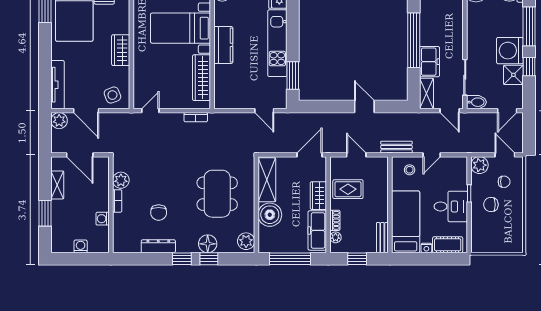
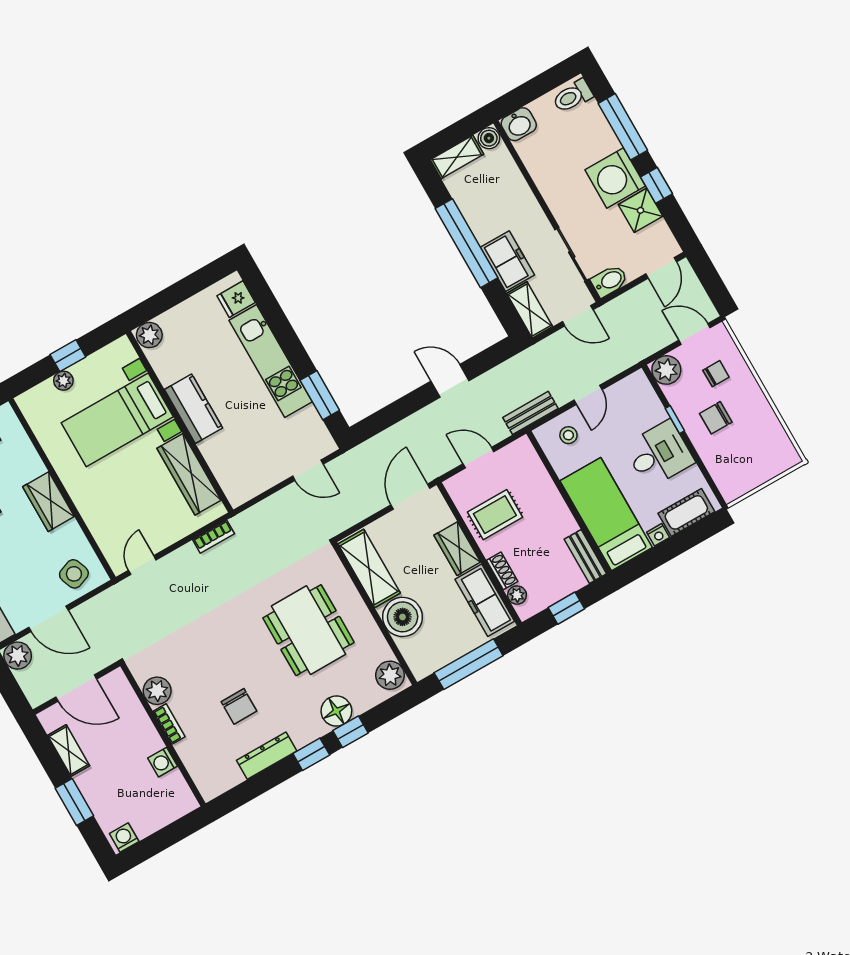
washing machine: (81, 246) -> (124, 838), moved

